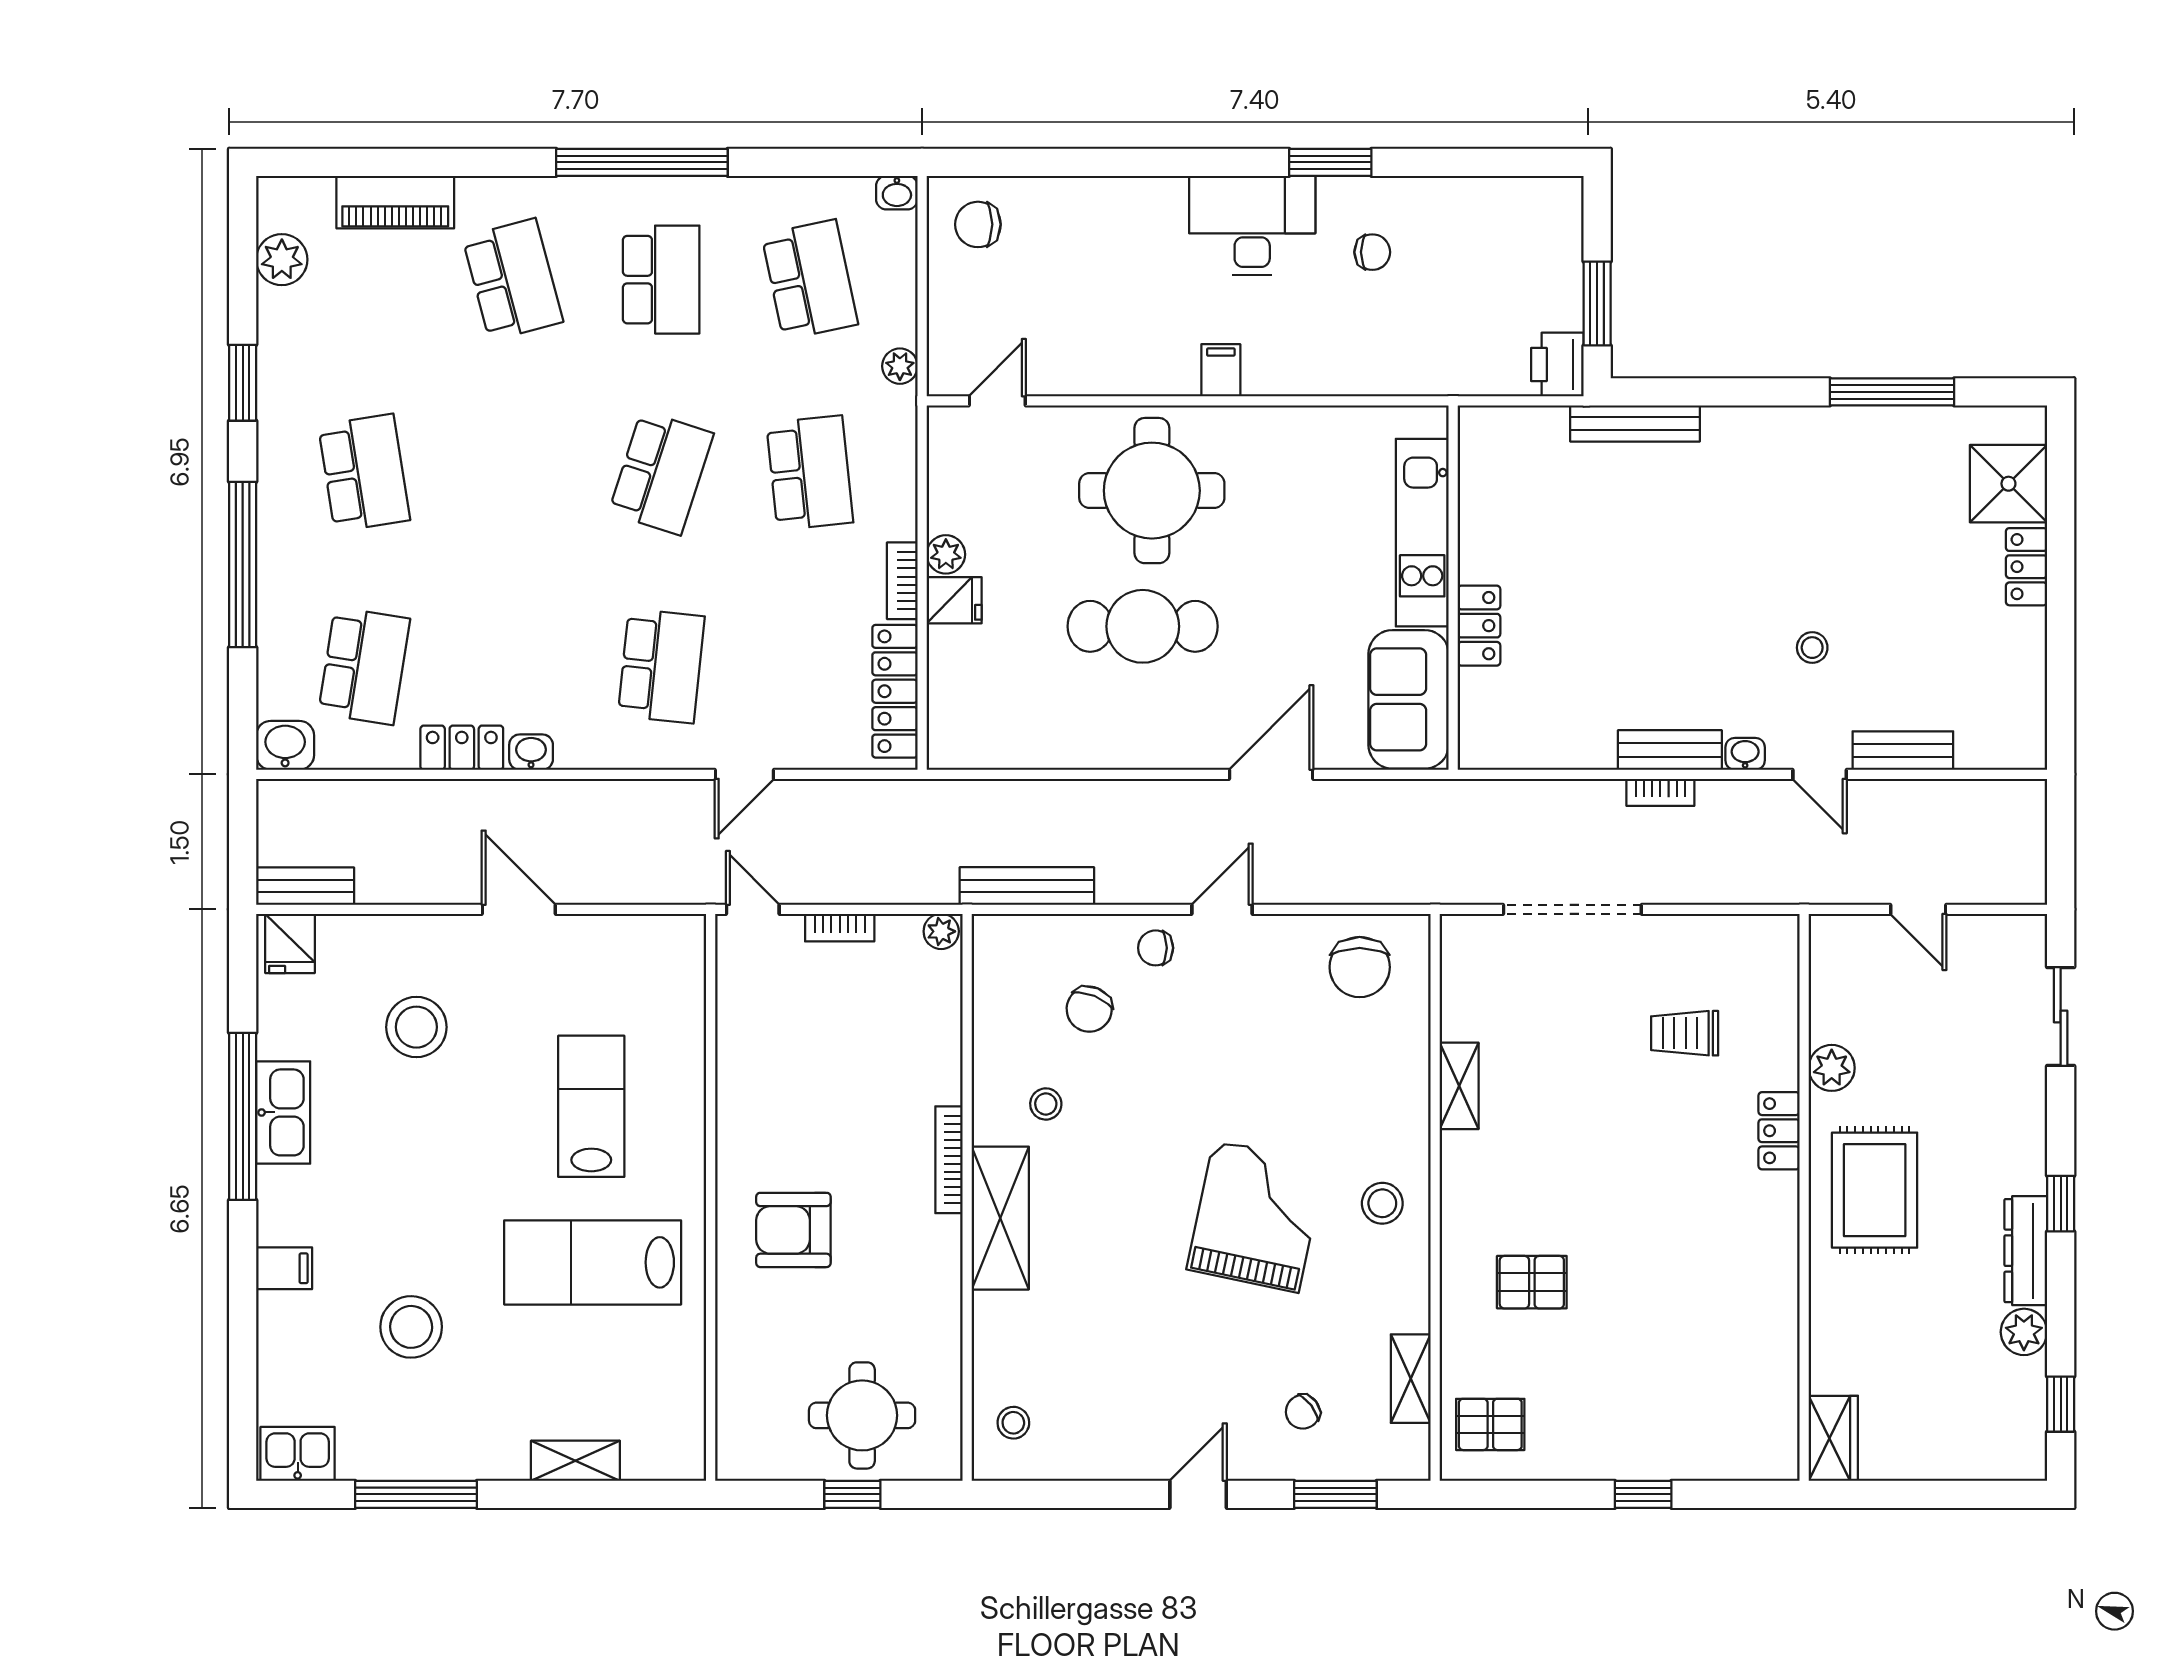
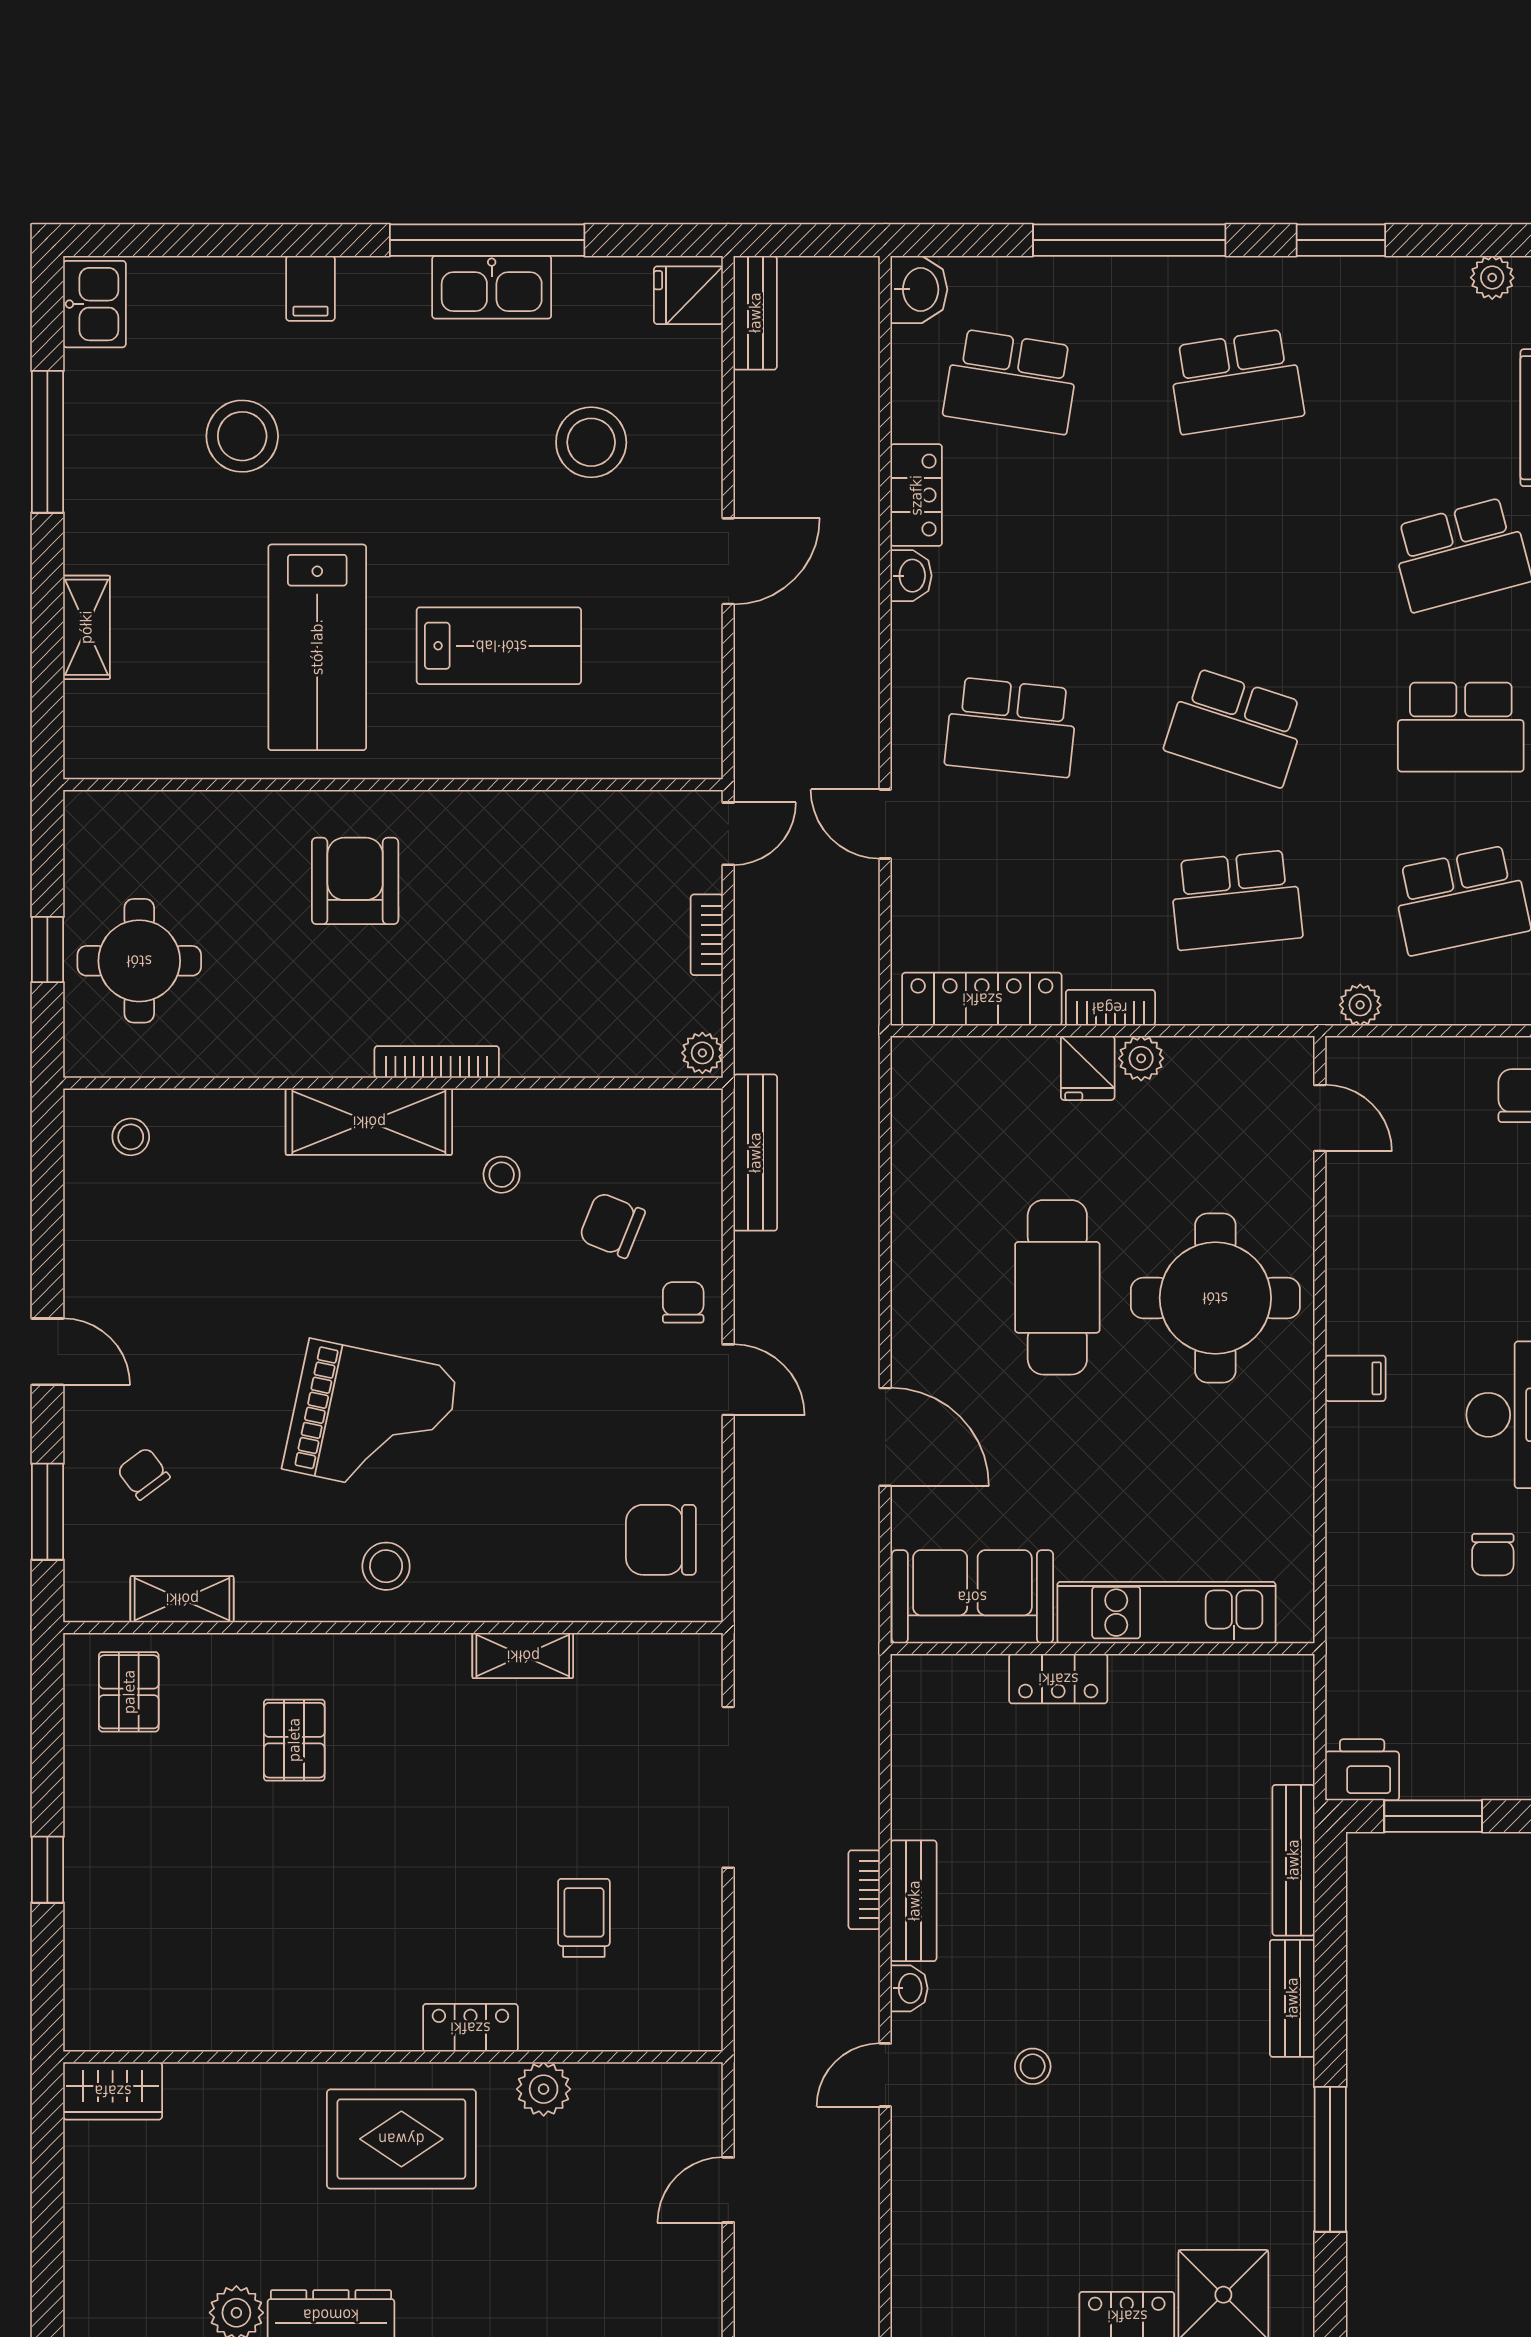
plant: (282, 260) -> (1492, 278), width x0.73, depth x0.73
bench: (1903, 751) -> (1292, 1998), moved
lab bench: (593, 1262) -> (317, 647), turned 180

